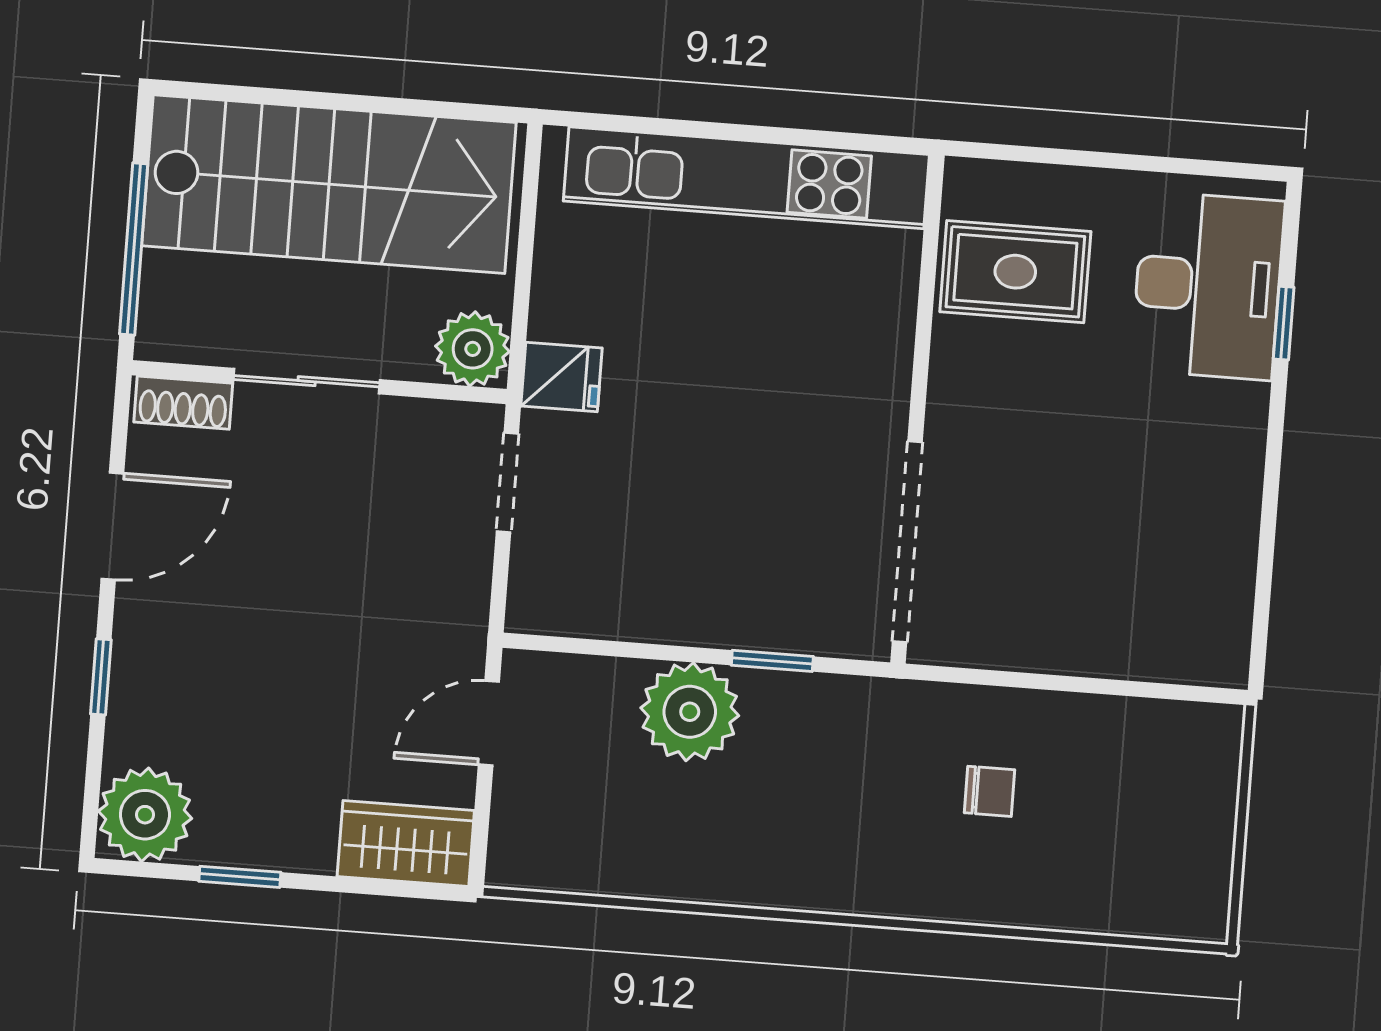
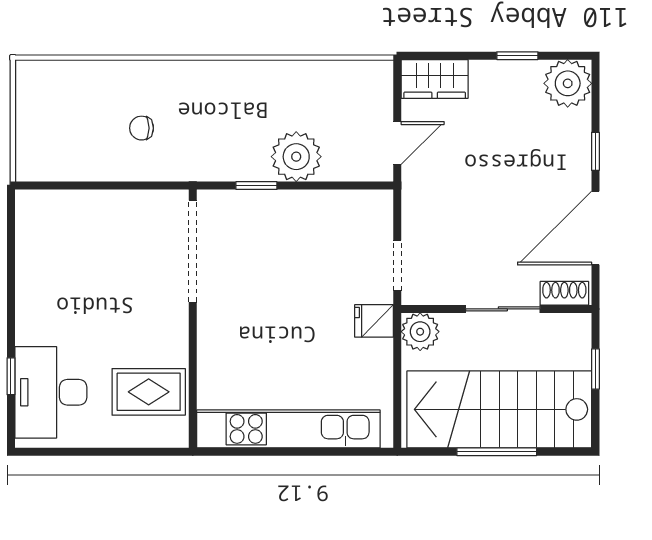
window: (340, 101) -> (497, 452), added
window: (134, 249) -> (595, 369), width x0.46
door: (112, 526) -> (595, 228), width x1.36

